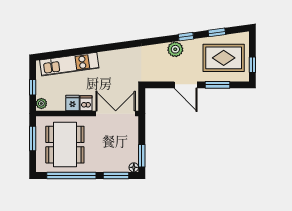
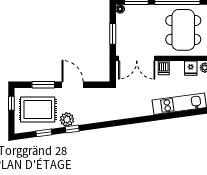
plant: (175, 49) -> (67, 119), moved
fridge: (72, 103) -> (191, 68), moved
window: (142, 156) -> (113, 34), moved

